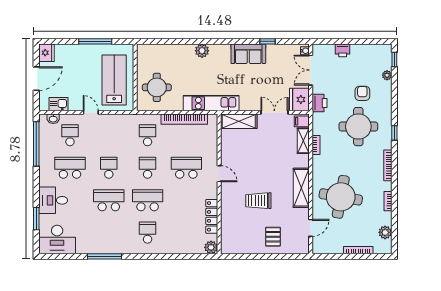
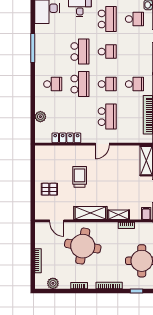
shelving: (303, 141) -> (119, 215), moved
plant: (211, 247) -> (40, 117), moved

